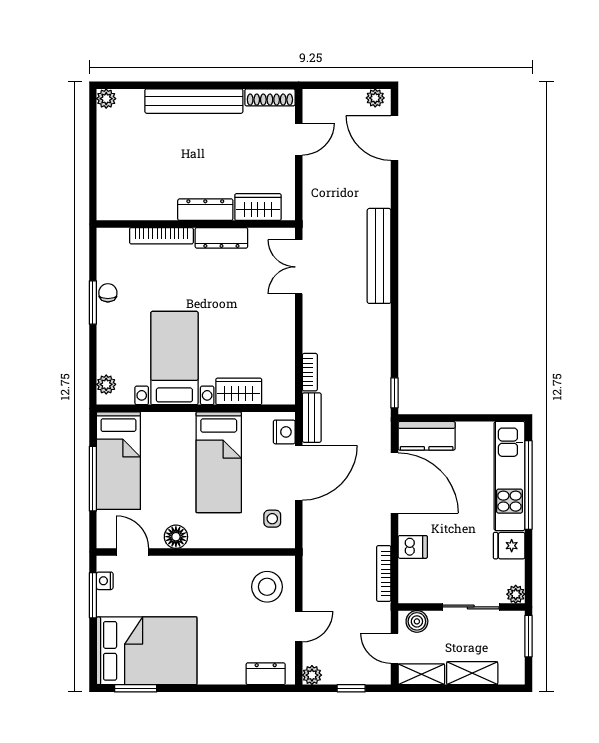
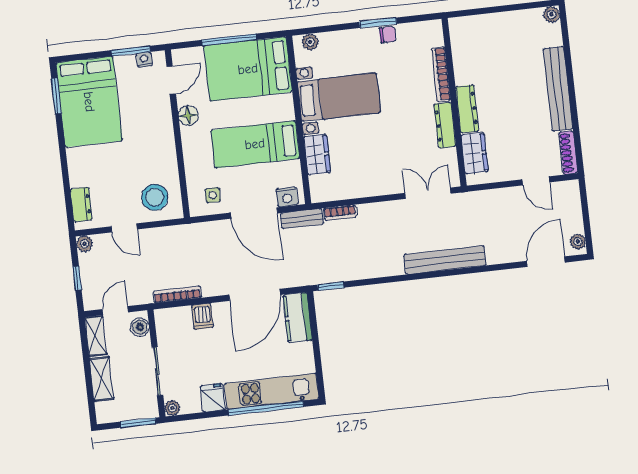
bed: (118, 461) -> (248, 69), width x1.50

